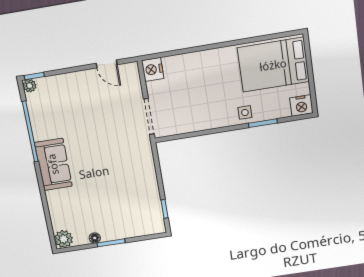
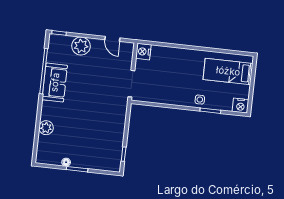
bed: (273, 65) -> (228, 71), width x0.67
plant: (30, 86) -> (81, 46), moved, width x1.87, depth x1.87
sofa: (53, 164) -> (55, 82), moved
plant: (64, 239) -> (46, 128), moved

